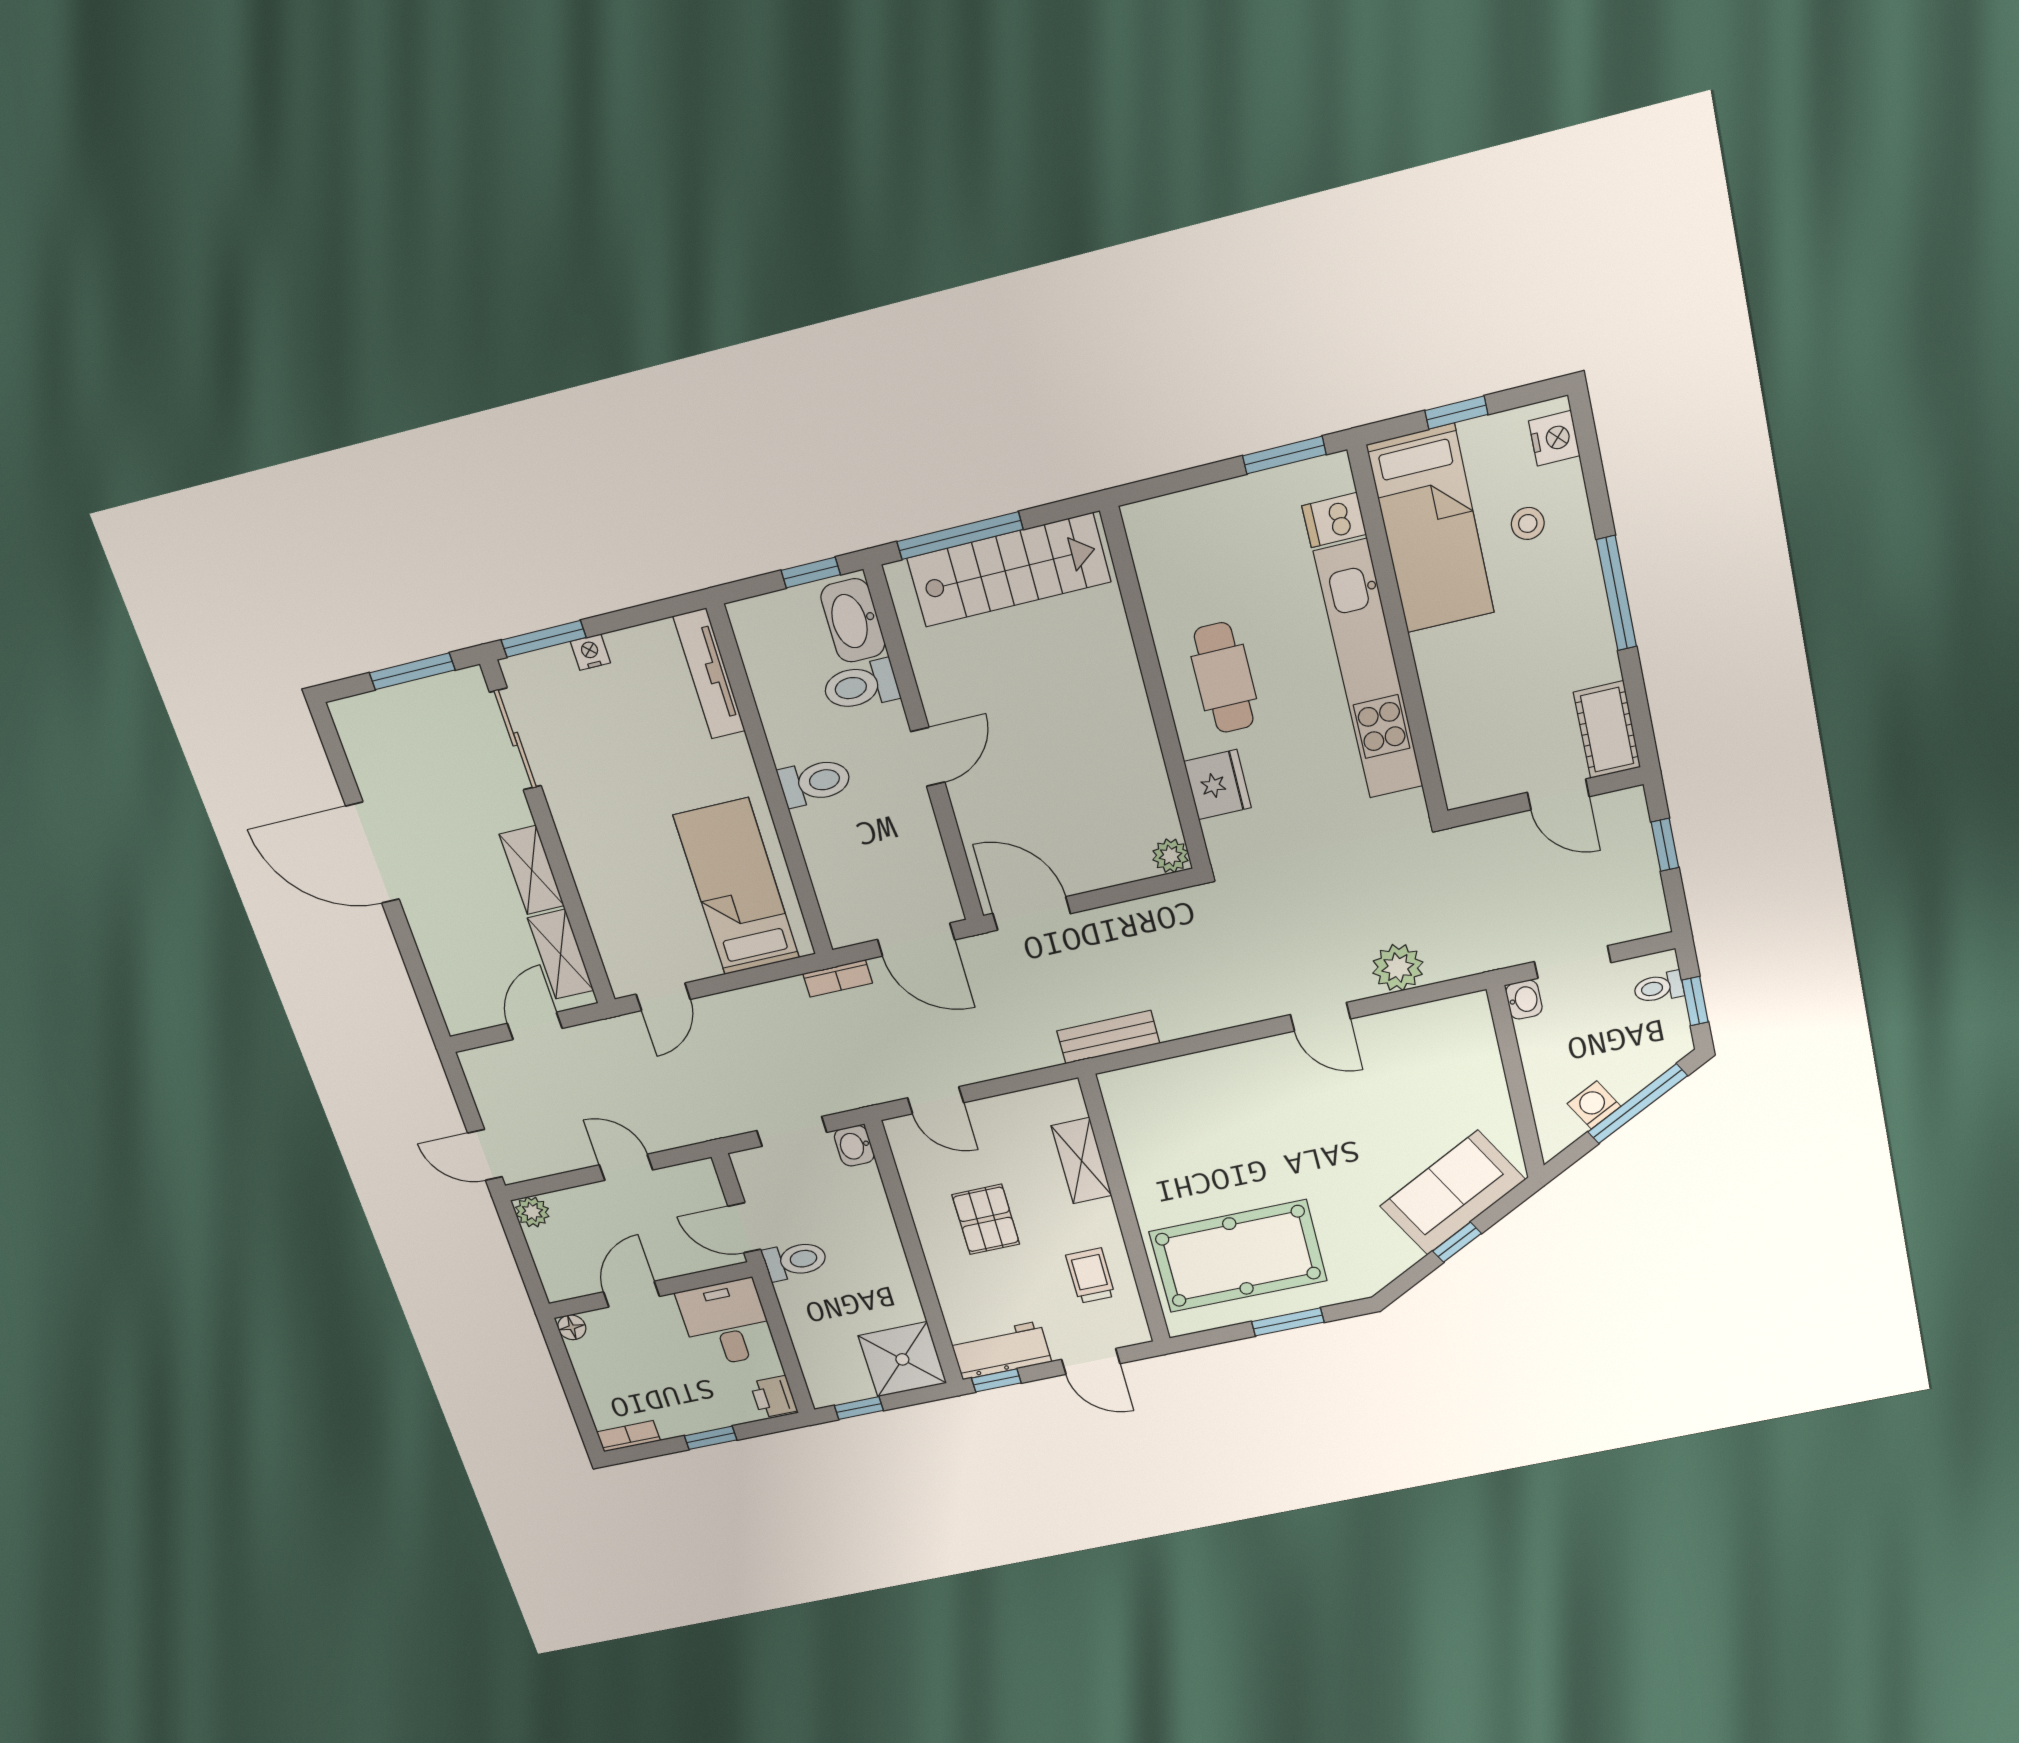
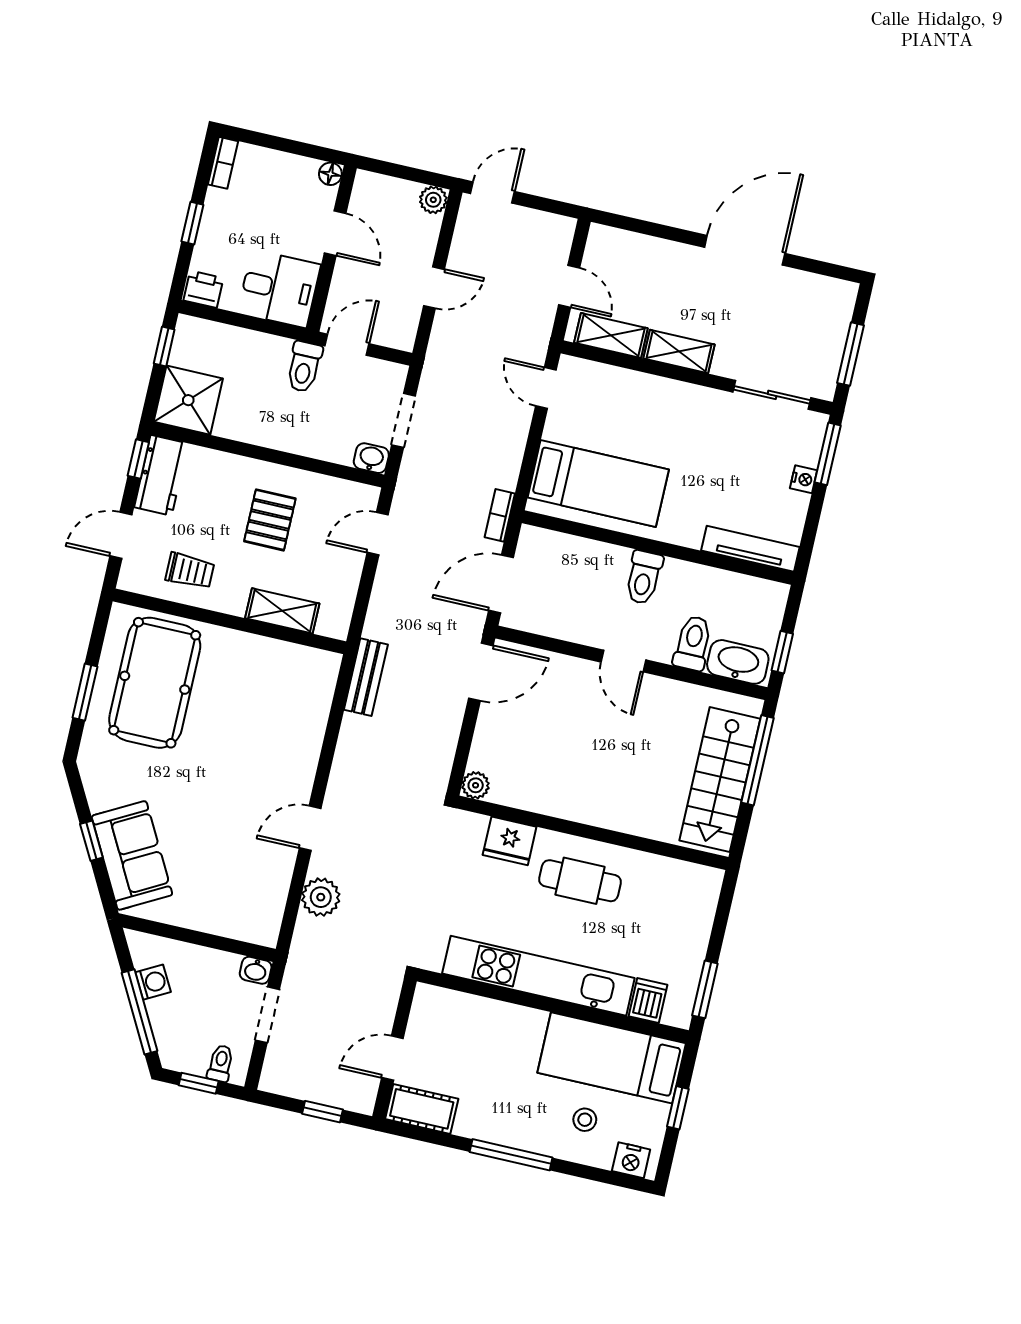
pallet: (986, 1219) -> (270, 520), turned 90

